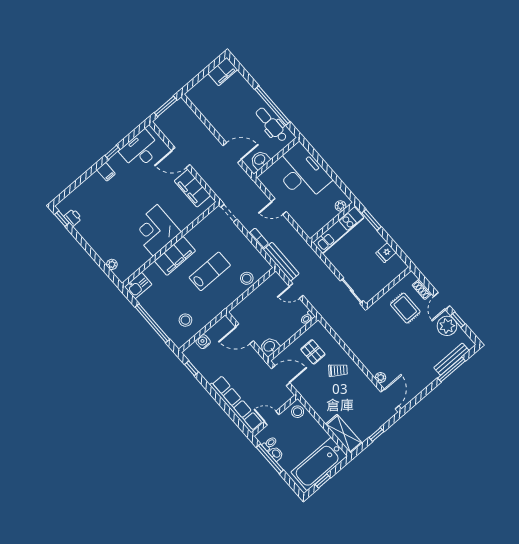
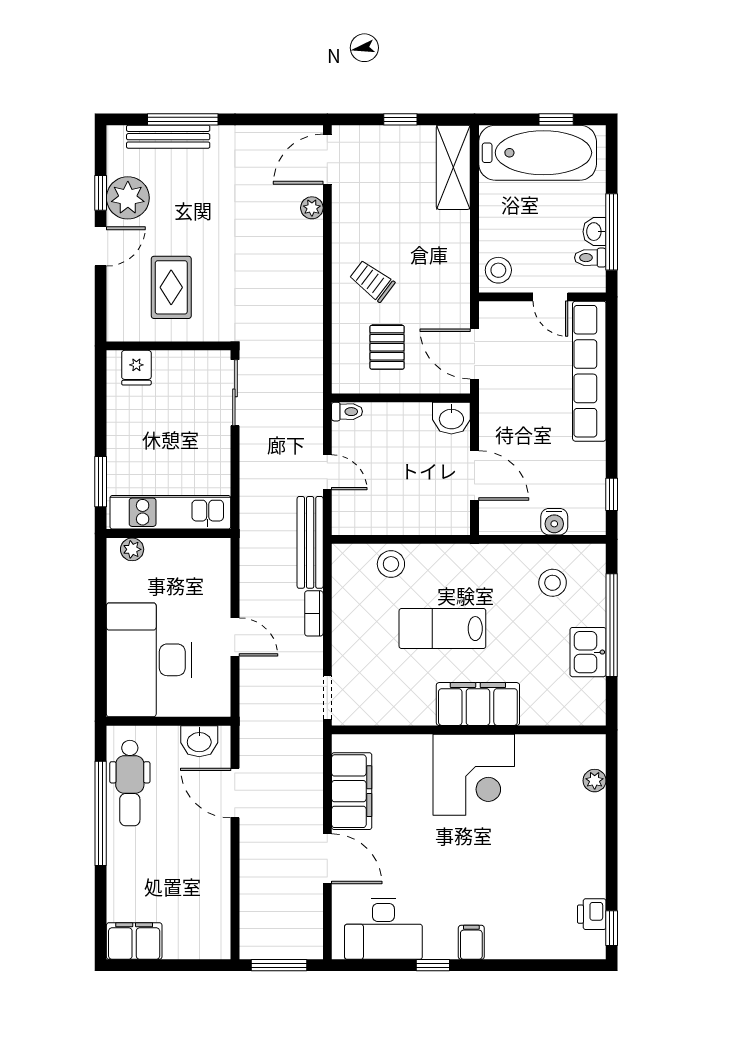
fridge: (386, 253) -> (136, 368), moved, turned 90
kitchen sink: (138, 286) -> (588, 652), moved, turned -90
shoe rack: (422, 289) -> (117, 294), removed

